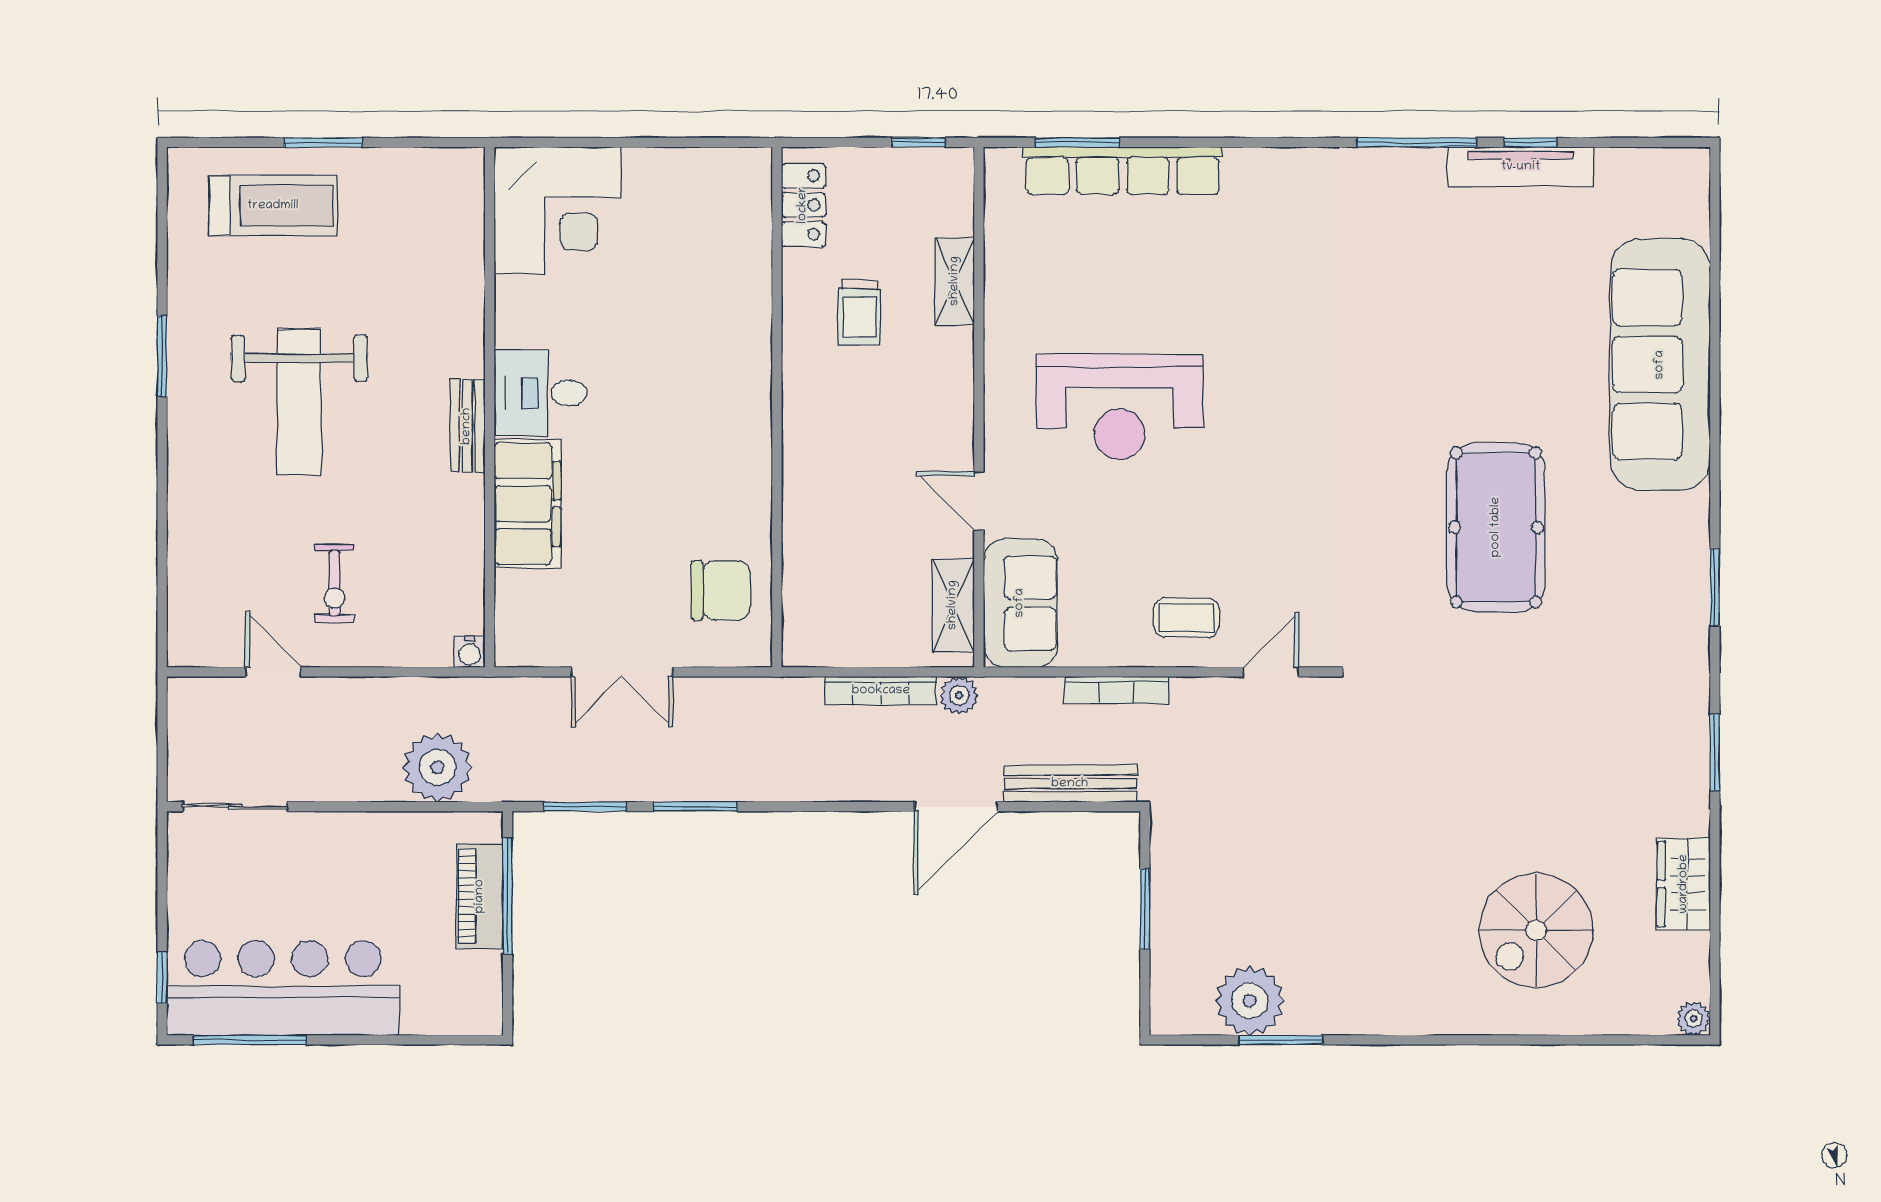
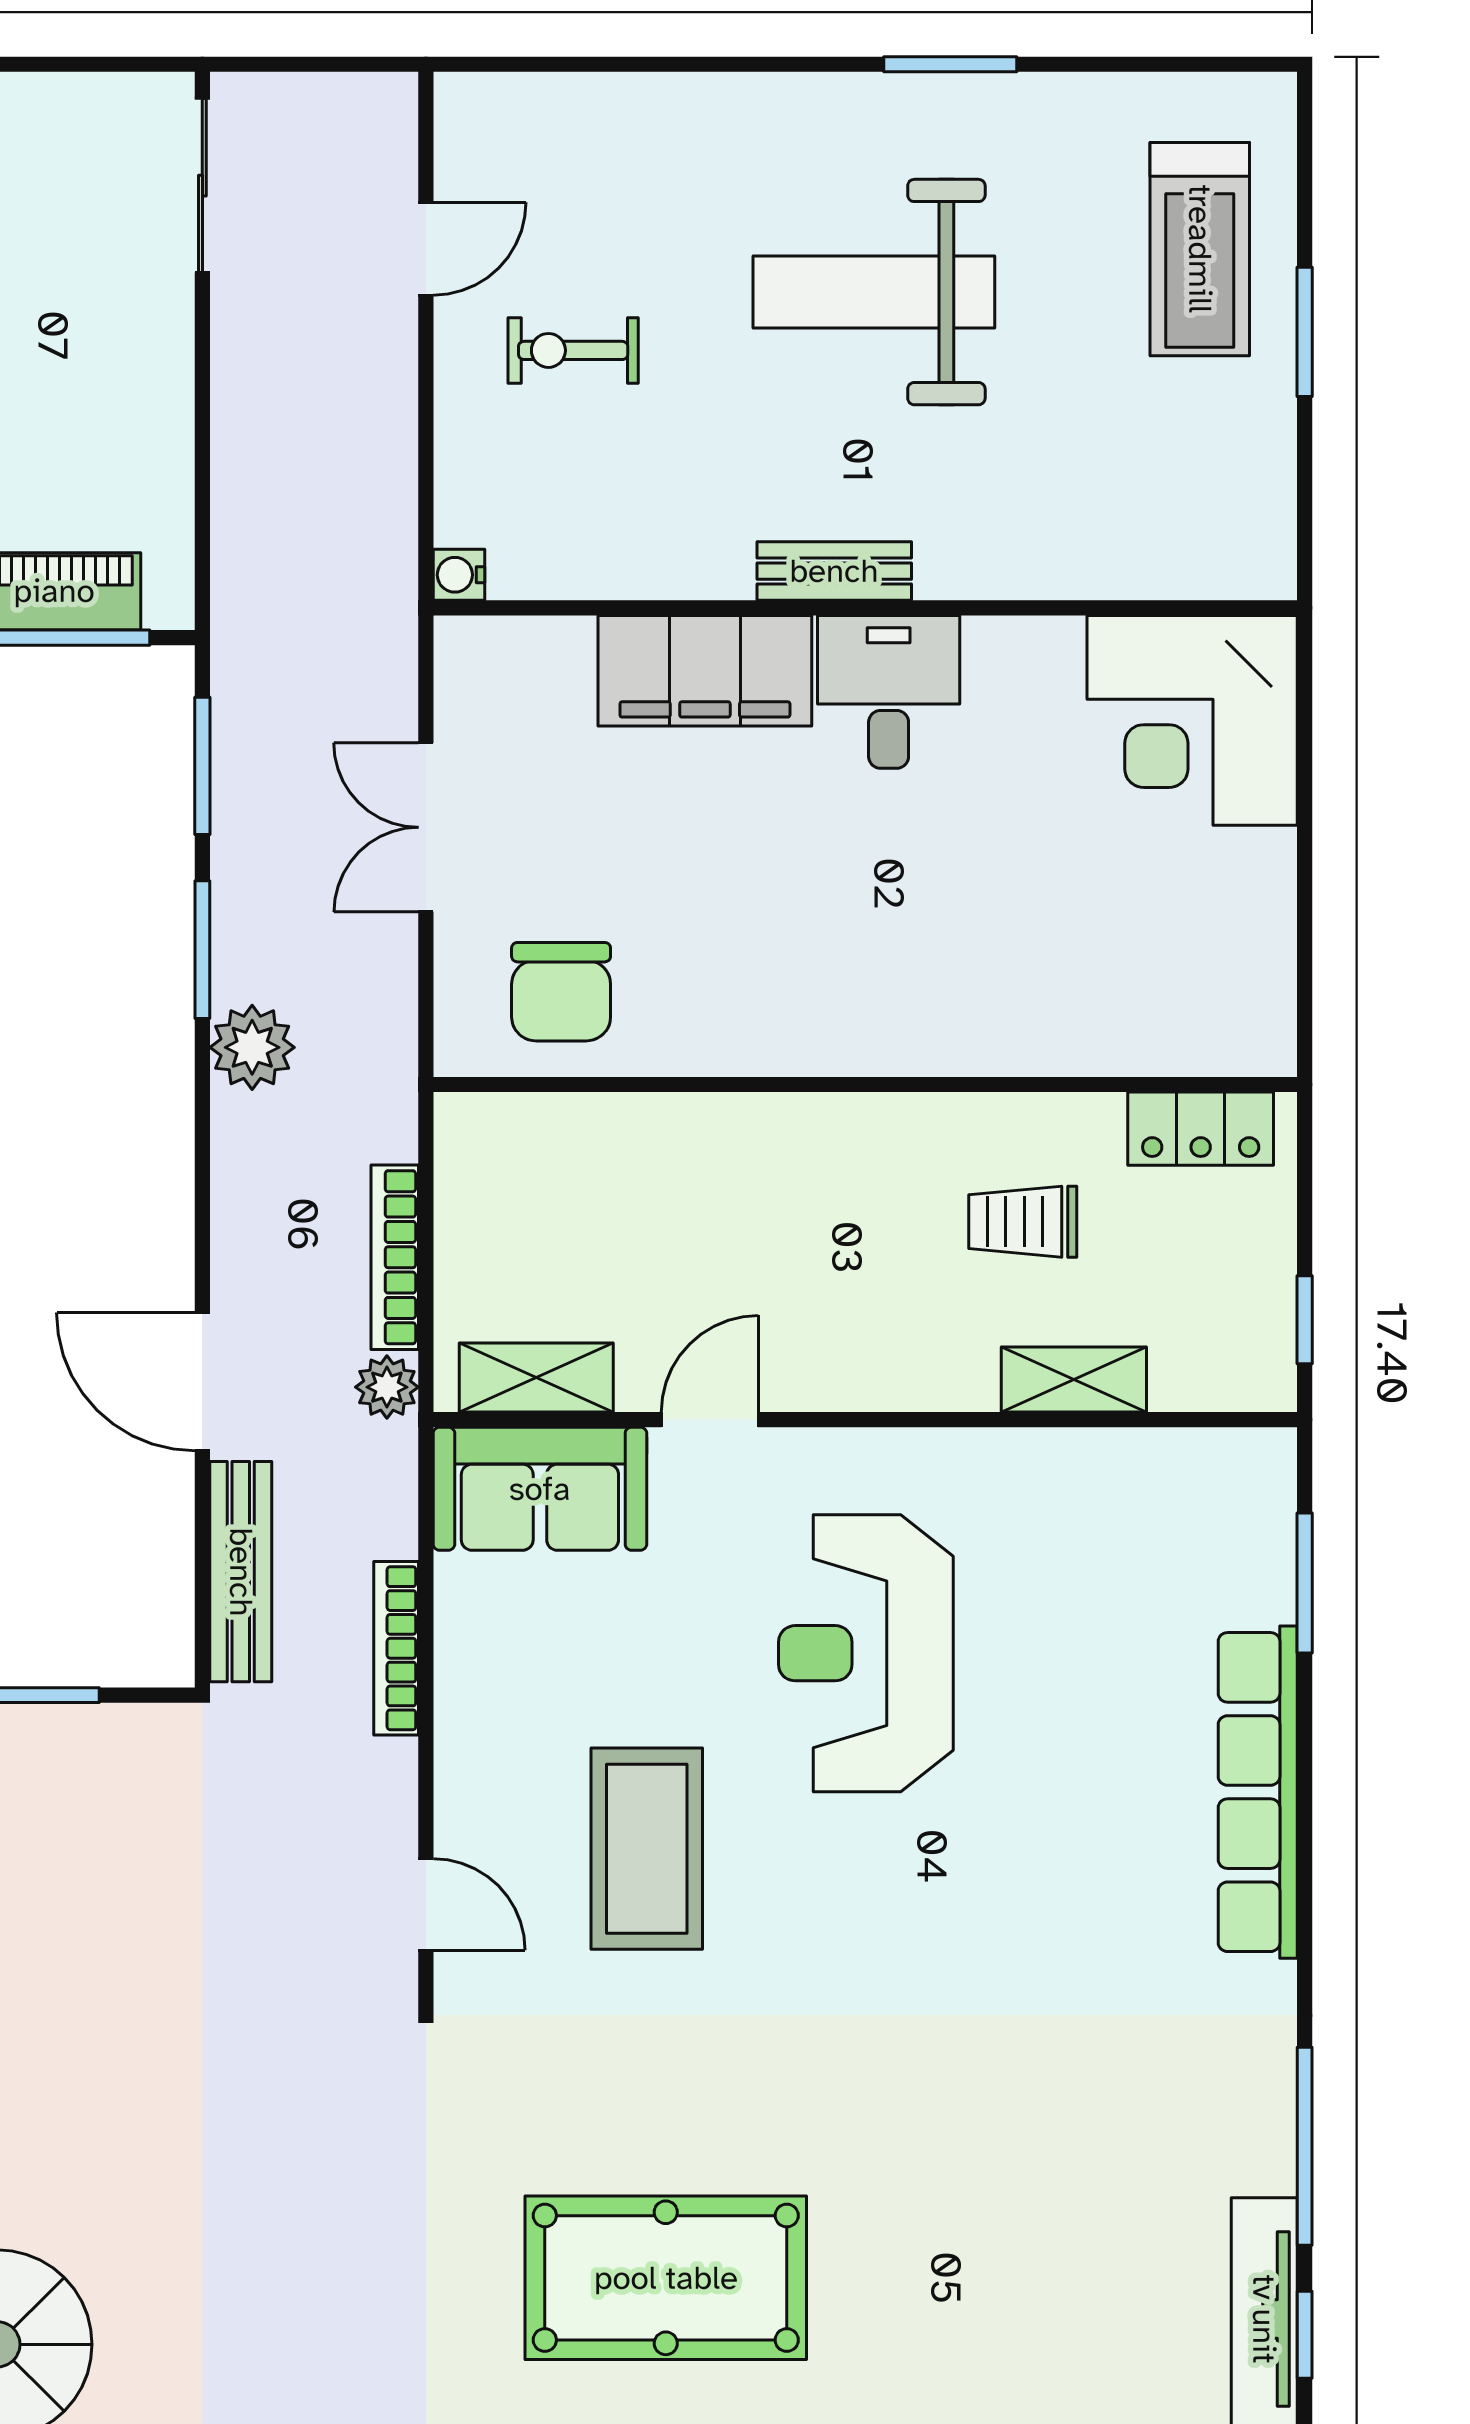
row of seats: (1123, 171) -> (1258, 1792), moved
coffee table: (1186, 618) -> (647, 1849), moved, width x1.86, depth x1.72
plant: (437, 767) -> (252, 1047), moved, width x0.73, depth x0.73

